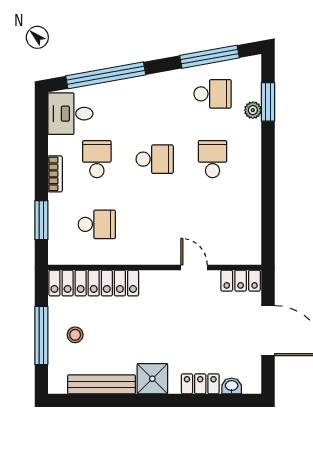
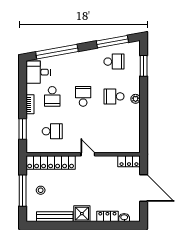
plant: (253, 110) -> (136, 99), moved
school desk: (97, 159) -> (52, 96), turned 180
school desk: (155, 159) -> (83, 96), turned -90
school desk: (213, 159) -> (114, 96), turned -90
door: (194, 267) -> (88, 154), moved

